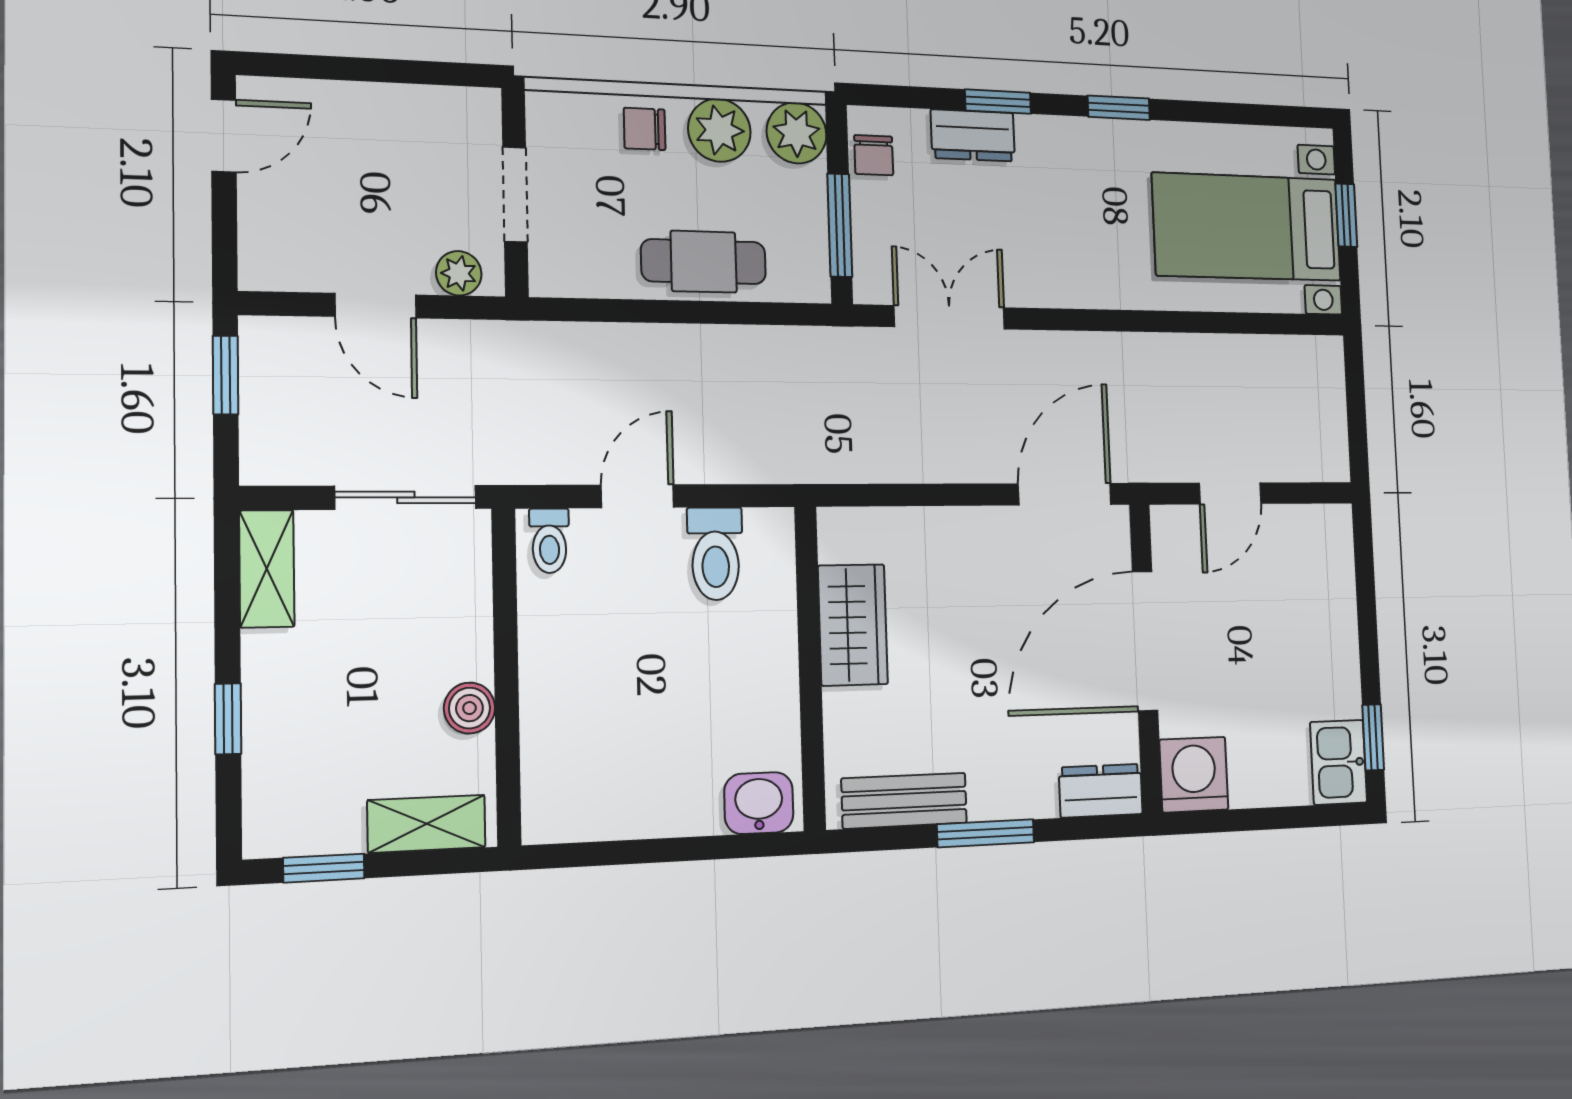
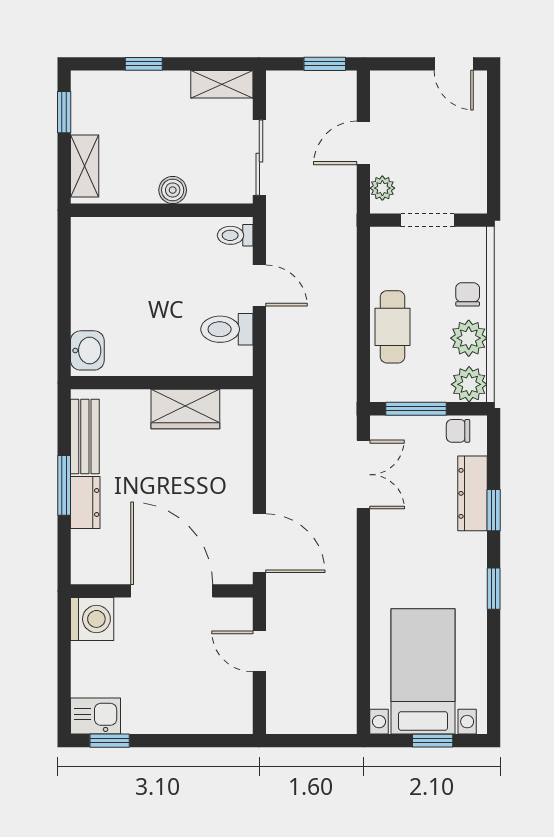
dresser: (973, 135) -> (472, 493), width x1.44
boiler: (469, 708) -> (173, 190), moved
dresser: (1101, 791) -> (85, 503), moved

